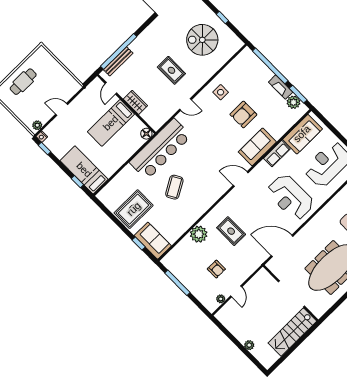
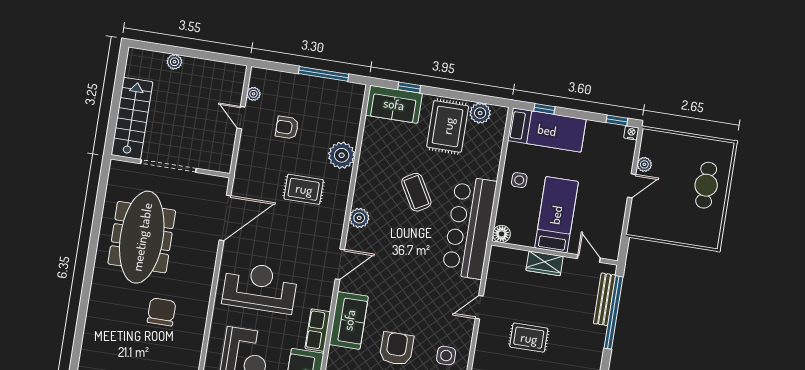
plant: (37, 125) -> (644, 164), moved
side table: (117, 155) -> (519, 180), added
plant: (213, 195) -> (359, 218), added
plant: (112, 204) -> (480, 113), added

